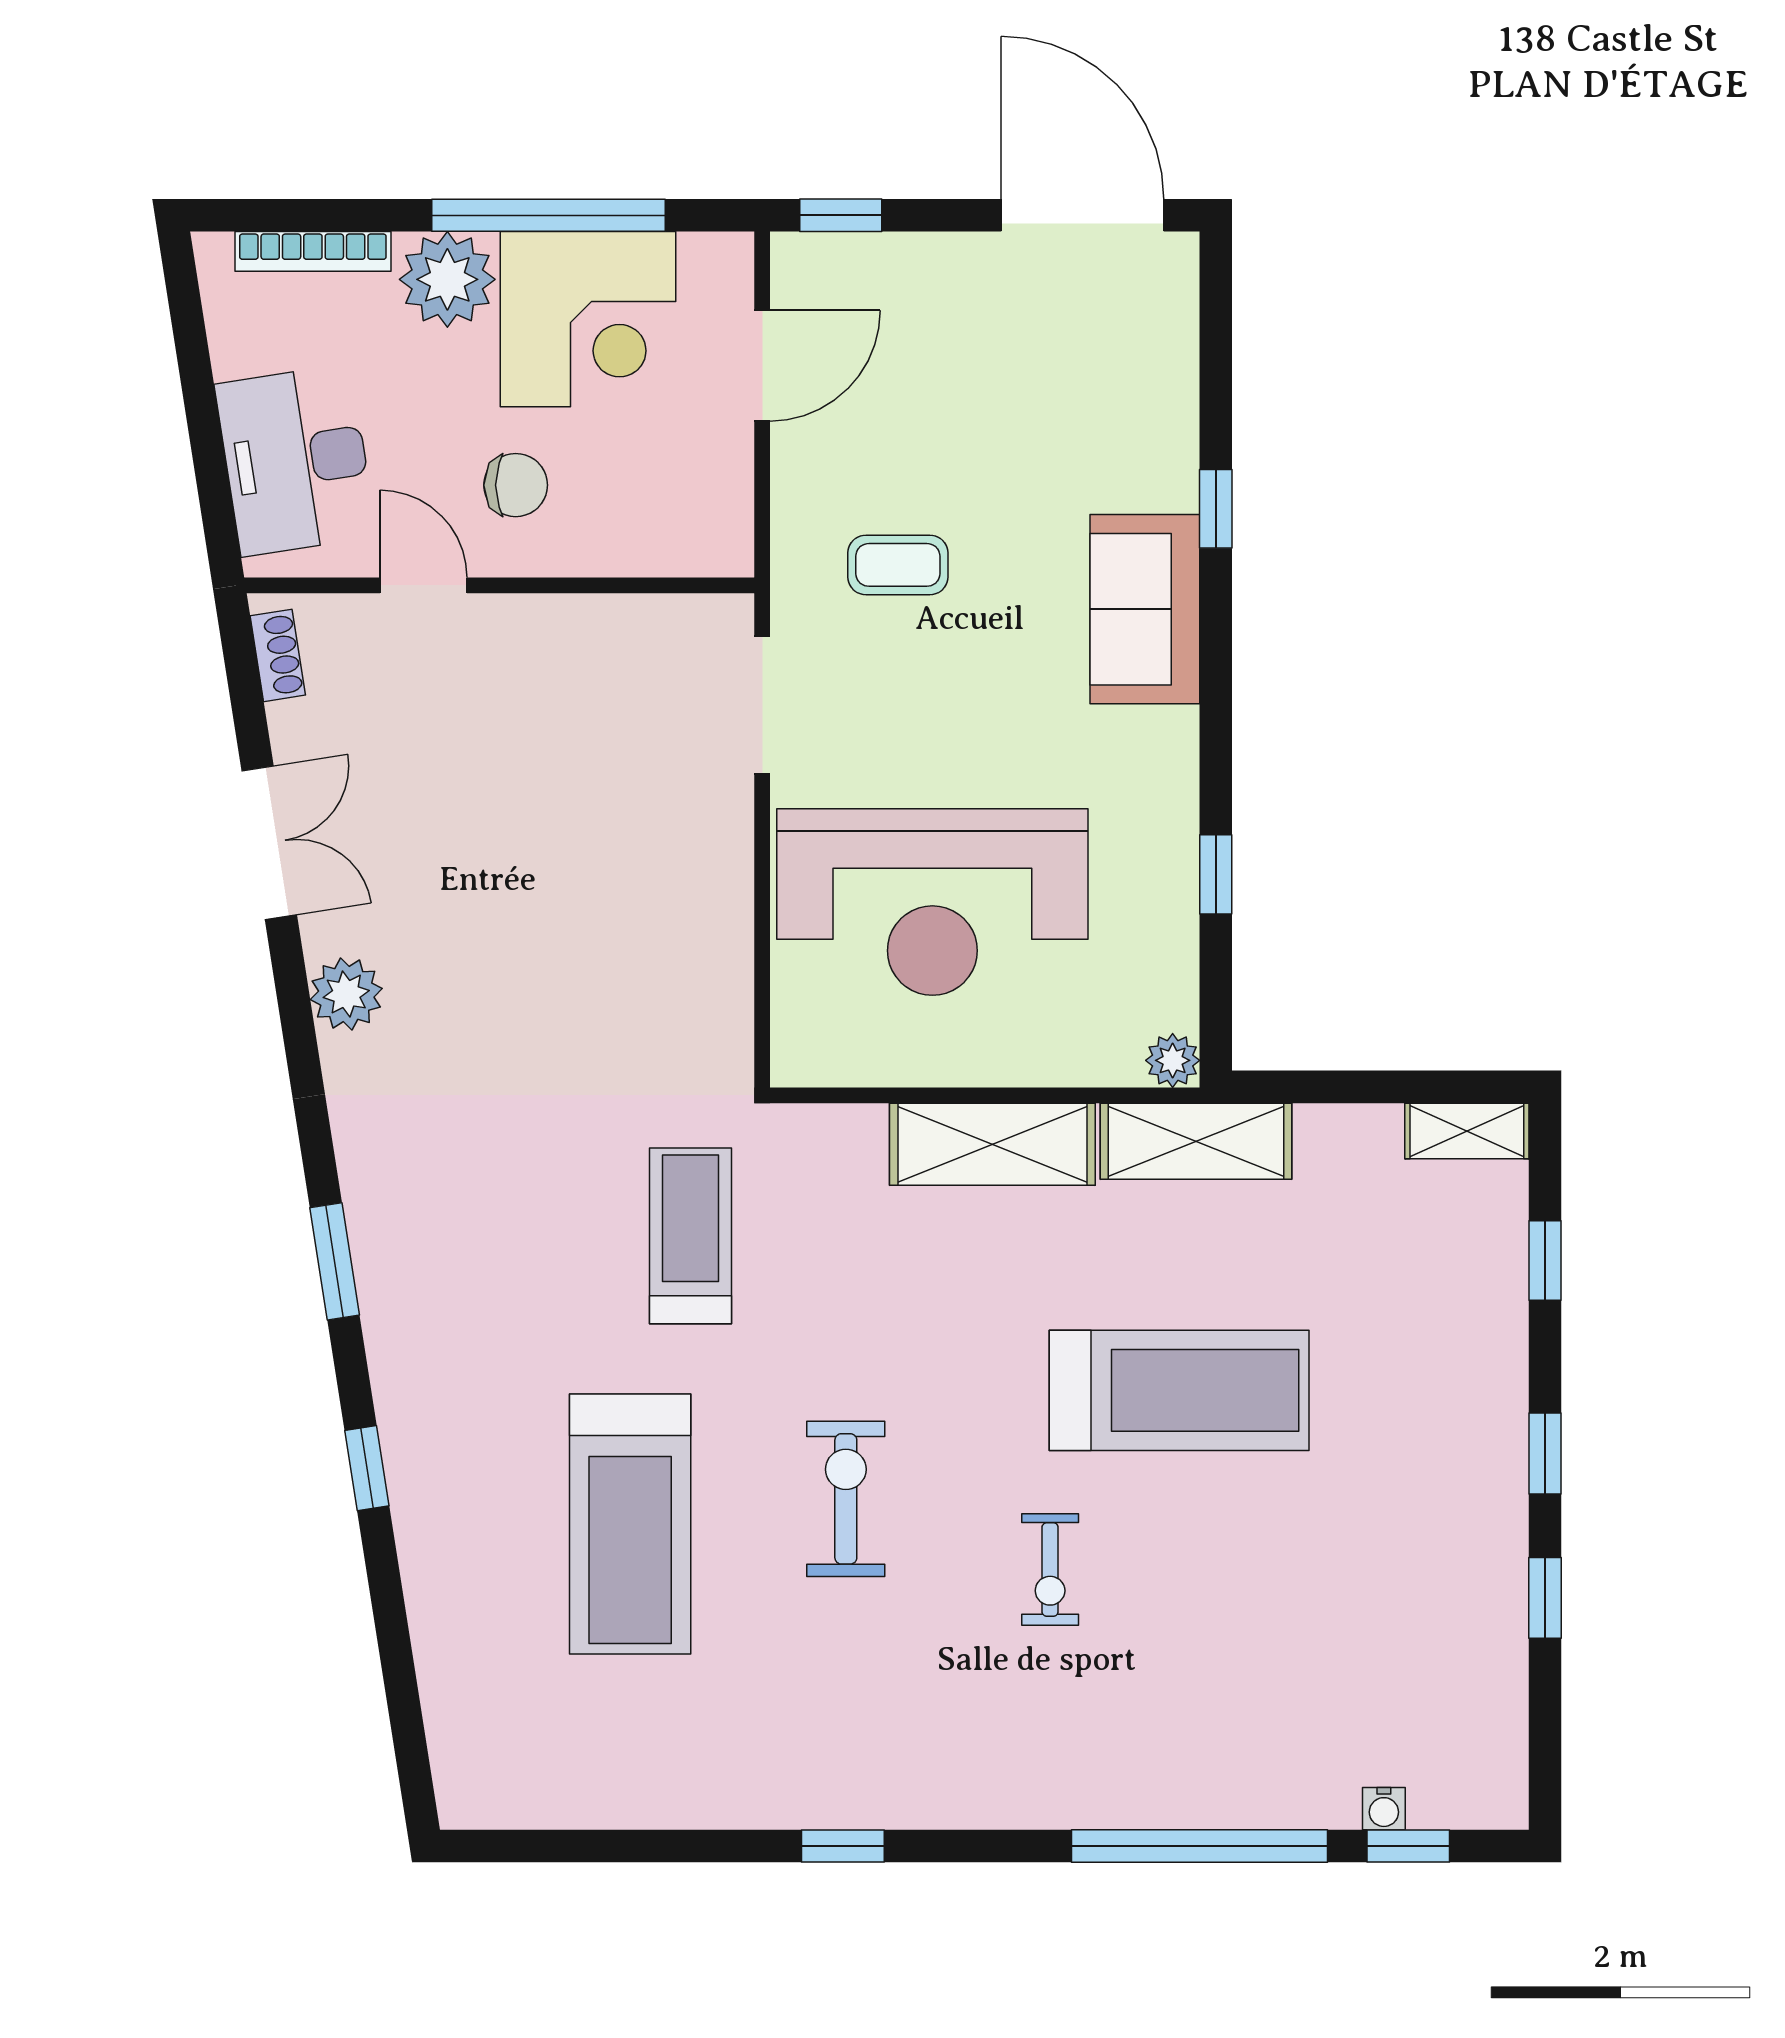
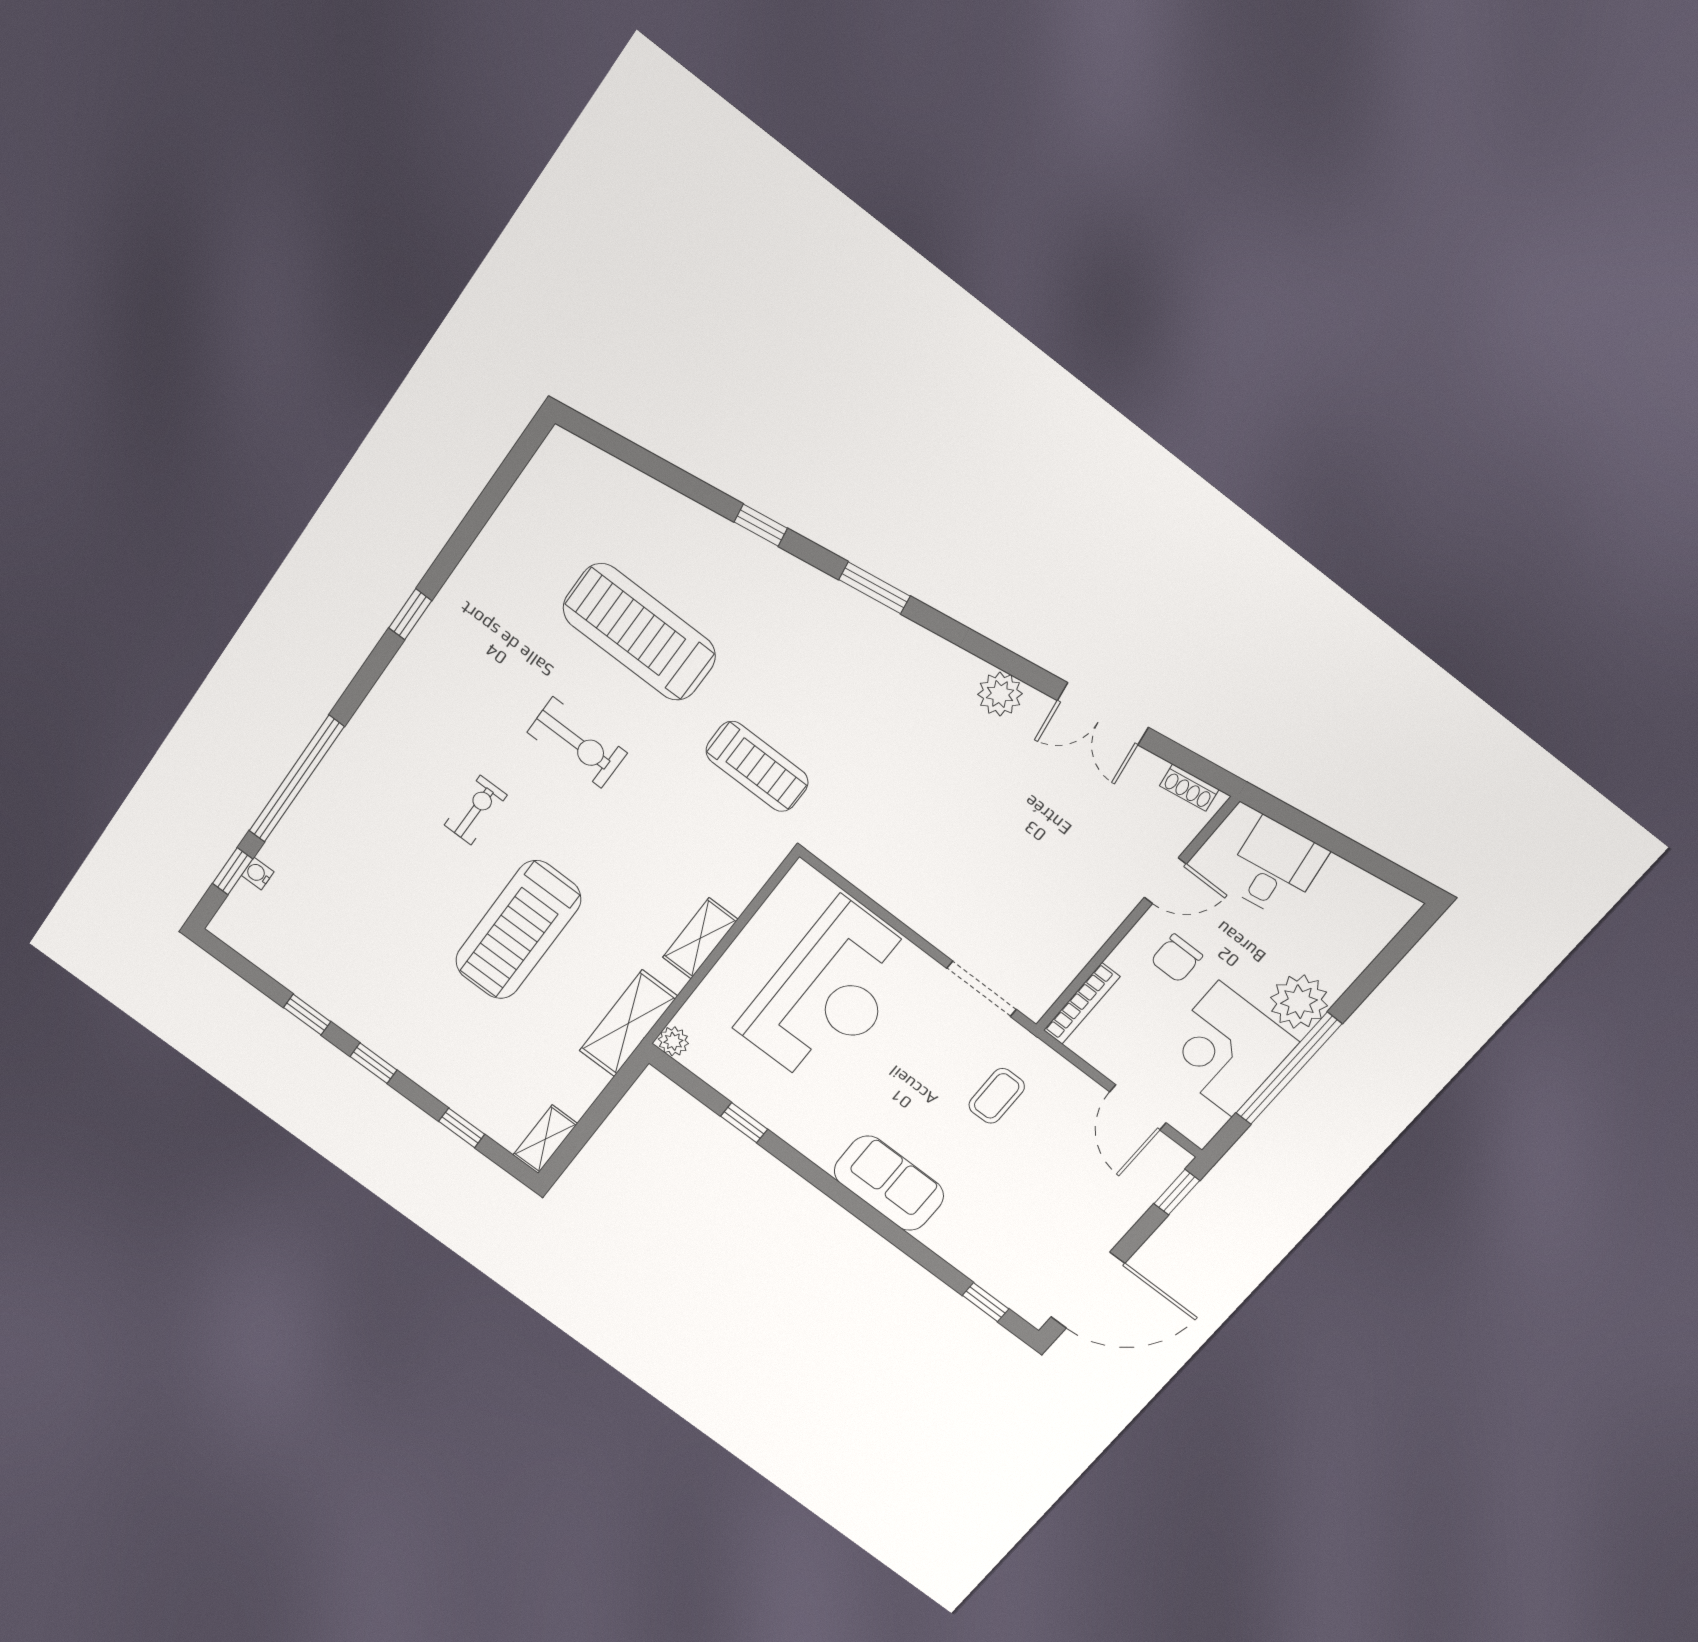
bookcase: (313, 251) -> (1082, 1003), moved, turned 180
desk: (296, 460) -> (1275, 868), width x0.73
window: (1216, 509) -> (986, 1302), moved
reception desk: (932, 902) -> (829, 994), turned 180
shelving: (992, 1144) -> (700, 938), width x0.67, depth x0.75
exercise bike: (1050, 1569) -> (476, 810), turned 90

